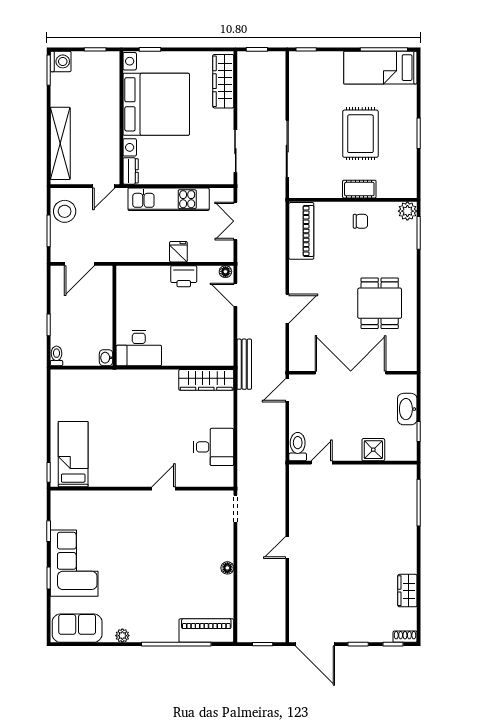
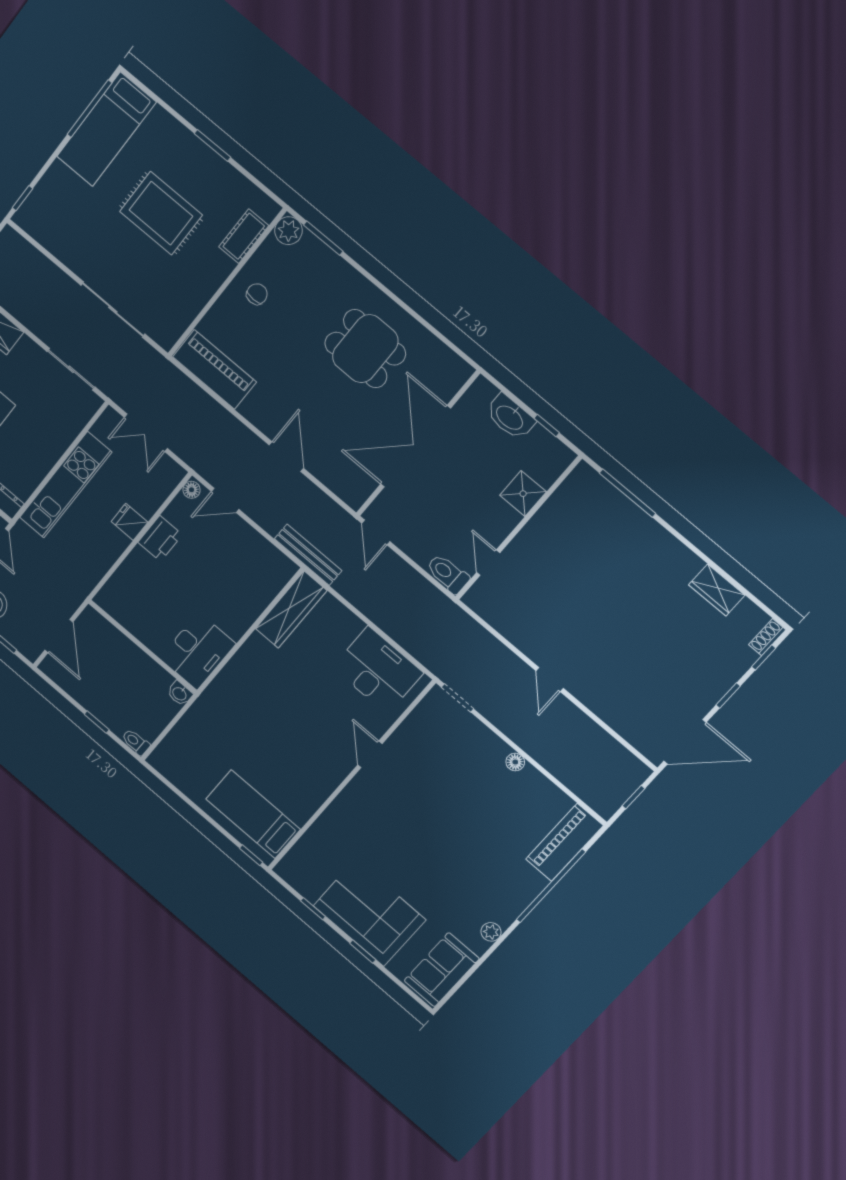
cot: (359, 189) -> (244, 236), moved
desk: (213, 447) -> (378, 670), width x1.37

